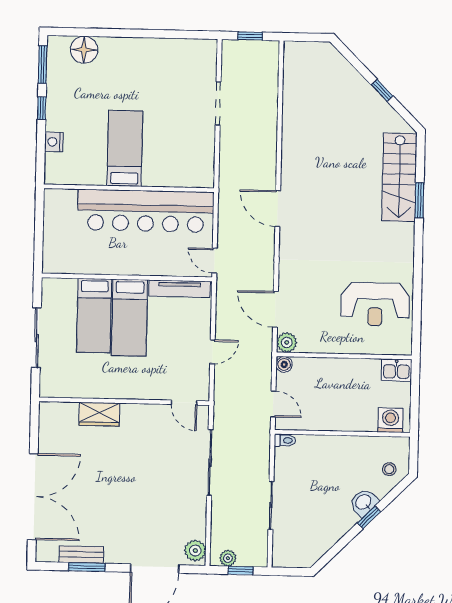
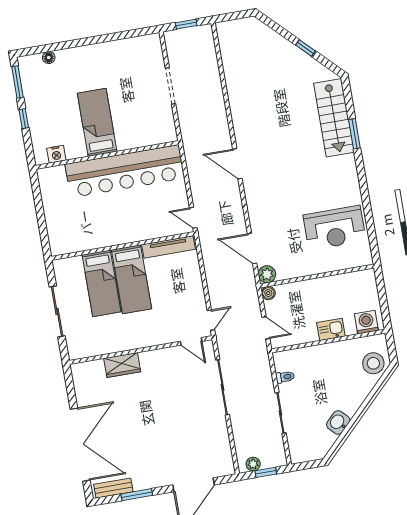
floor lamp: (84, 50) -> (49, 58), width x0.53, depth x0.53
nightstand: (54, 142) -> (56, 154), moved, turned -90
bed: (125, 148) -> (97, 122), moved
wall: (129, 188) -> (107, 155), moved
bar counter: (146, 211) -> (125, 171), moved
door: (212, 352) -> (211, 320), moved
kitchen sink: (396, 370) -> (331, 329), moved, turned 180
toilet: (285, 440) -> (285, 377), moved
stool: (389, 469) -> (373, 363), width x1.89, depth x1.89
washbasin: (364, 502) -> (338, 423), moved
window: (369, 517) -> (364, 407), removed
plant: (195, 550) -> (225, 463), removed
bench: (81, 555) -> (113, 488), moved

